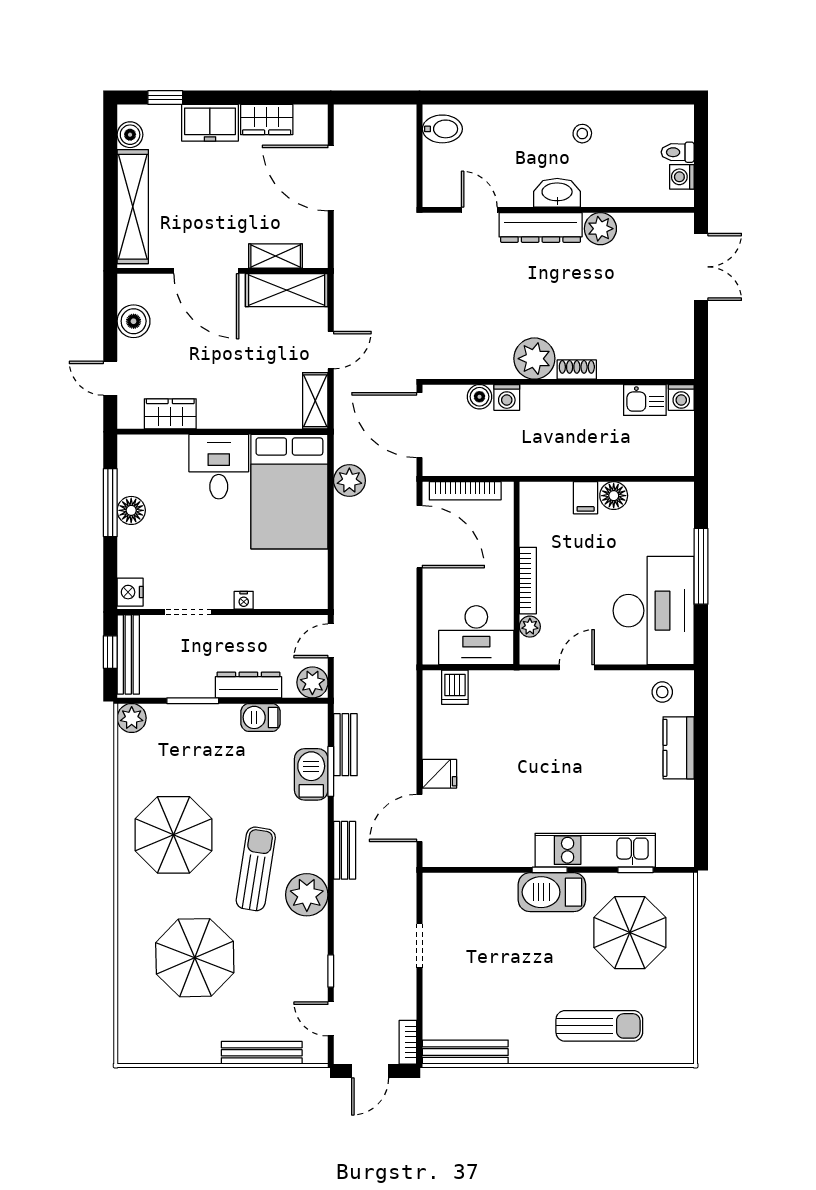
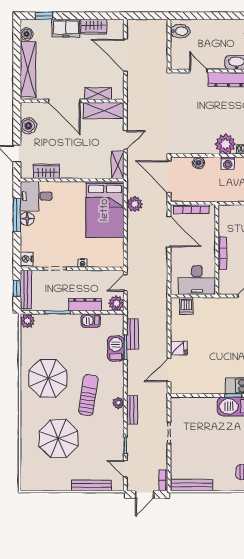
washing machine: (507, 397) -> (228, 163), moved
desk: (219, 467) -> (36, 196), moved, turned -90
plant: (530, 627) -> (223, 276), removed
bench: (345, 850) -> (132, 410), moved
plant: (307, 895) -> (118, 403), width x0.53, depth x0.53

